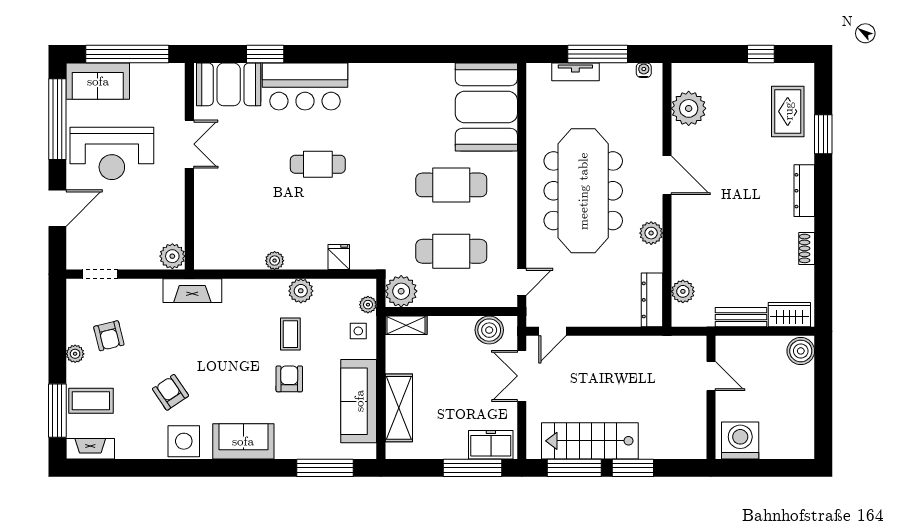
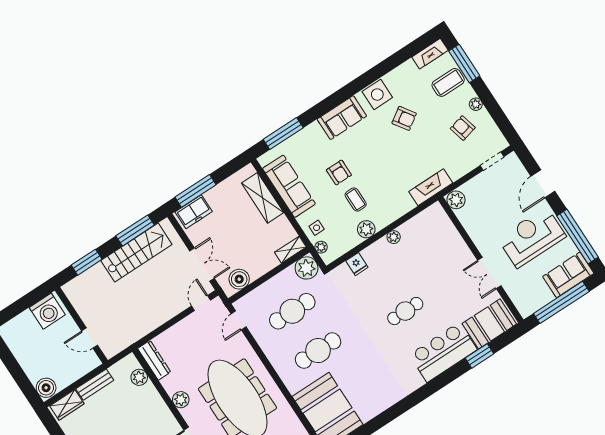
window: (633, 468) -> (87, 262), moved

